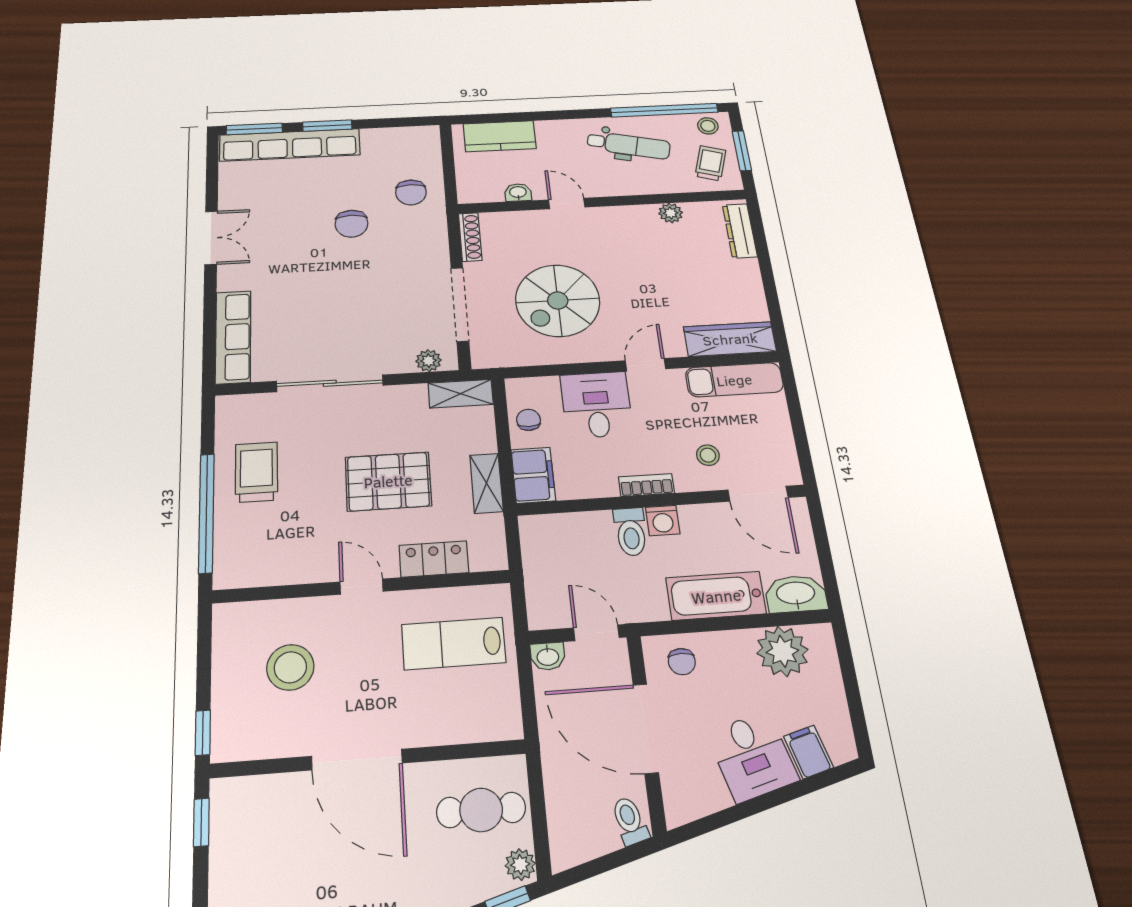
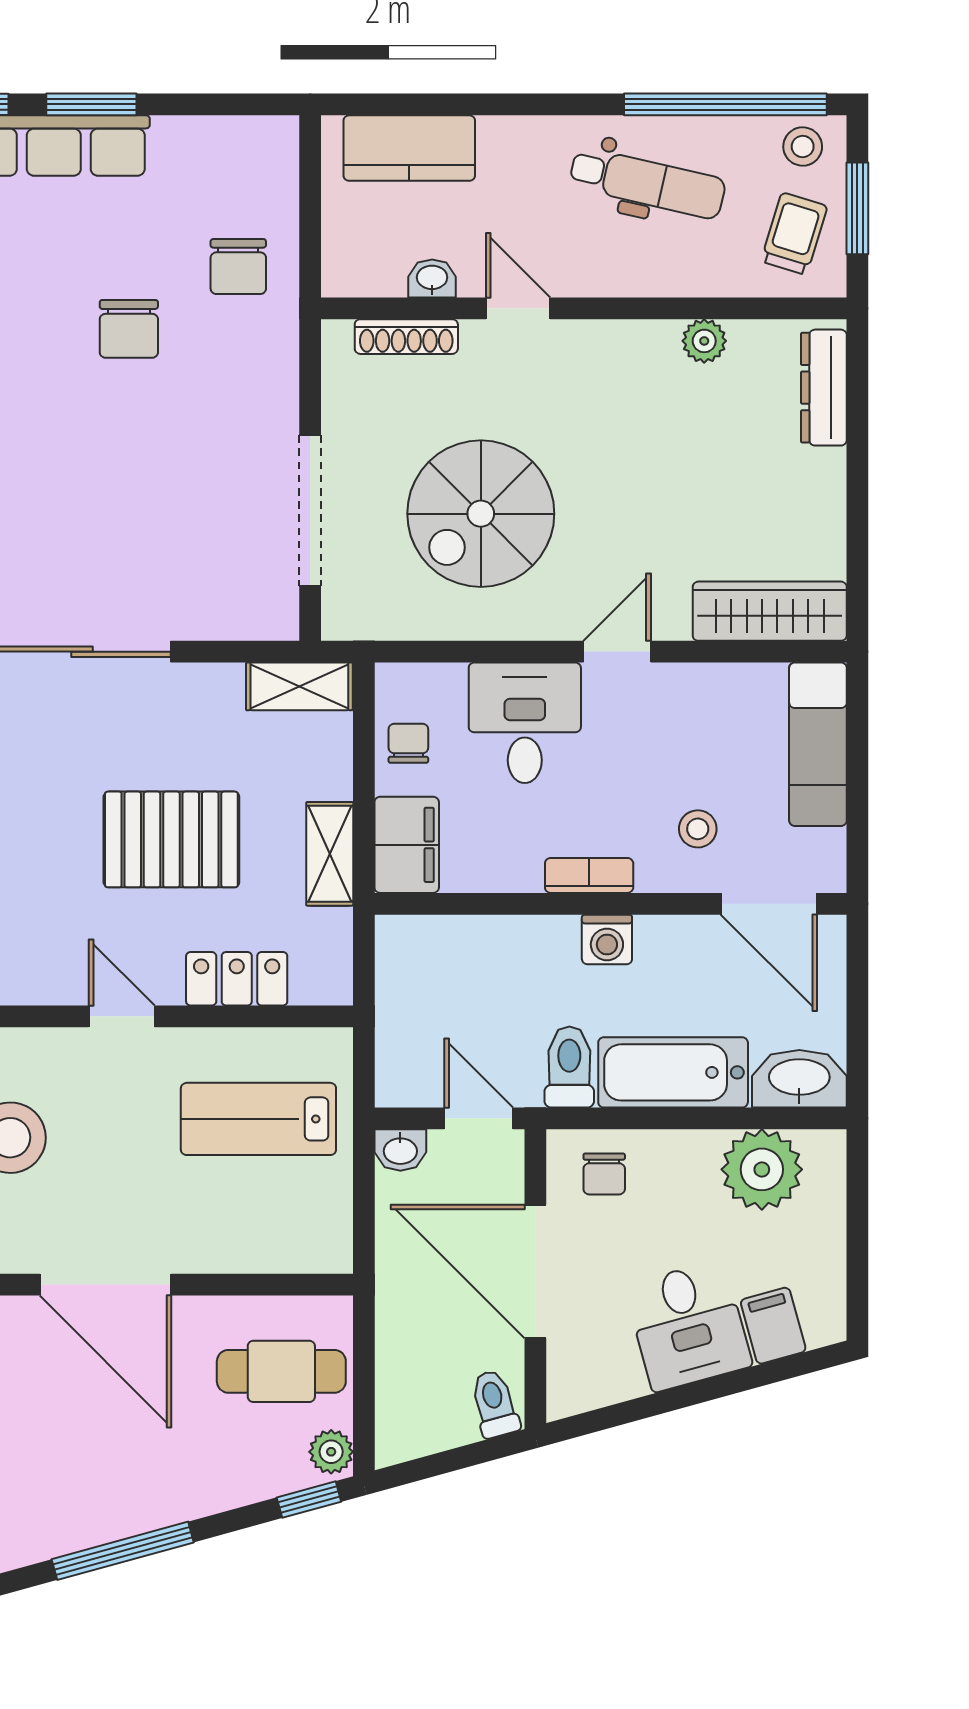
shoe rack: (470, 237) -> (406, 337), moved, turned 90
plant: (429, 361) -> (249, 619), removed
exam couch: (734, 380) -> (818, 744), moved, turned 90
toilet: (631, 532) -> (569, 1067), moved, turned 180

